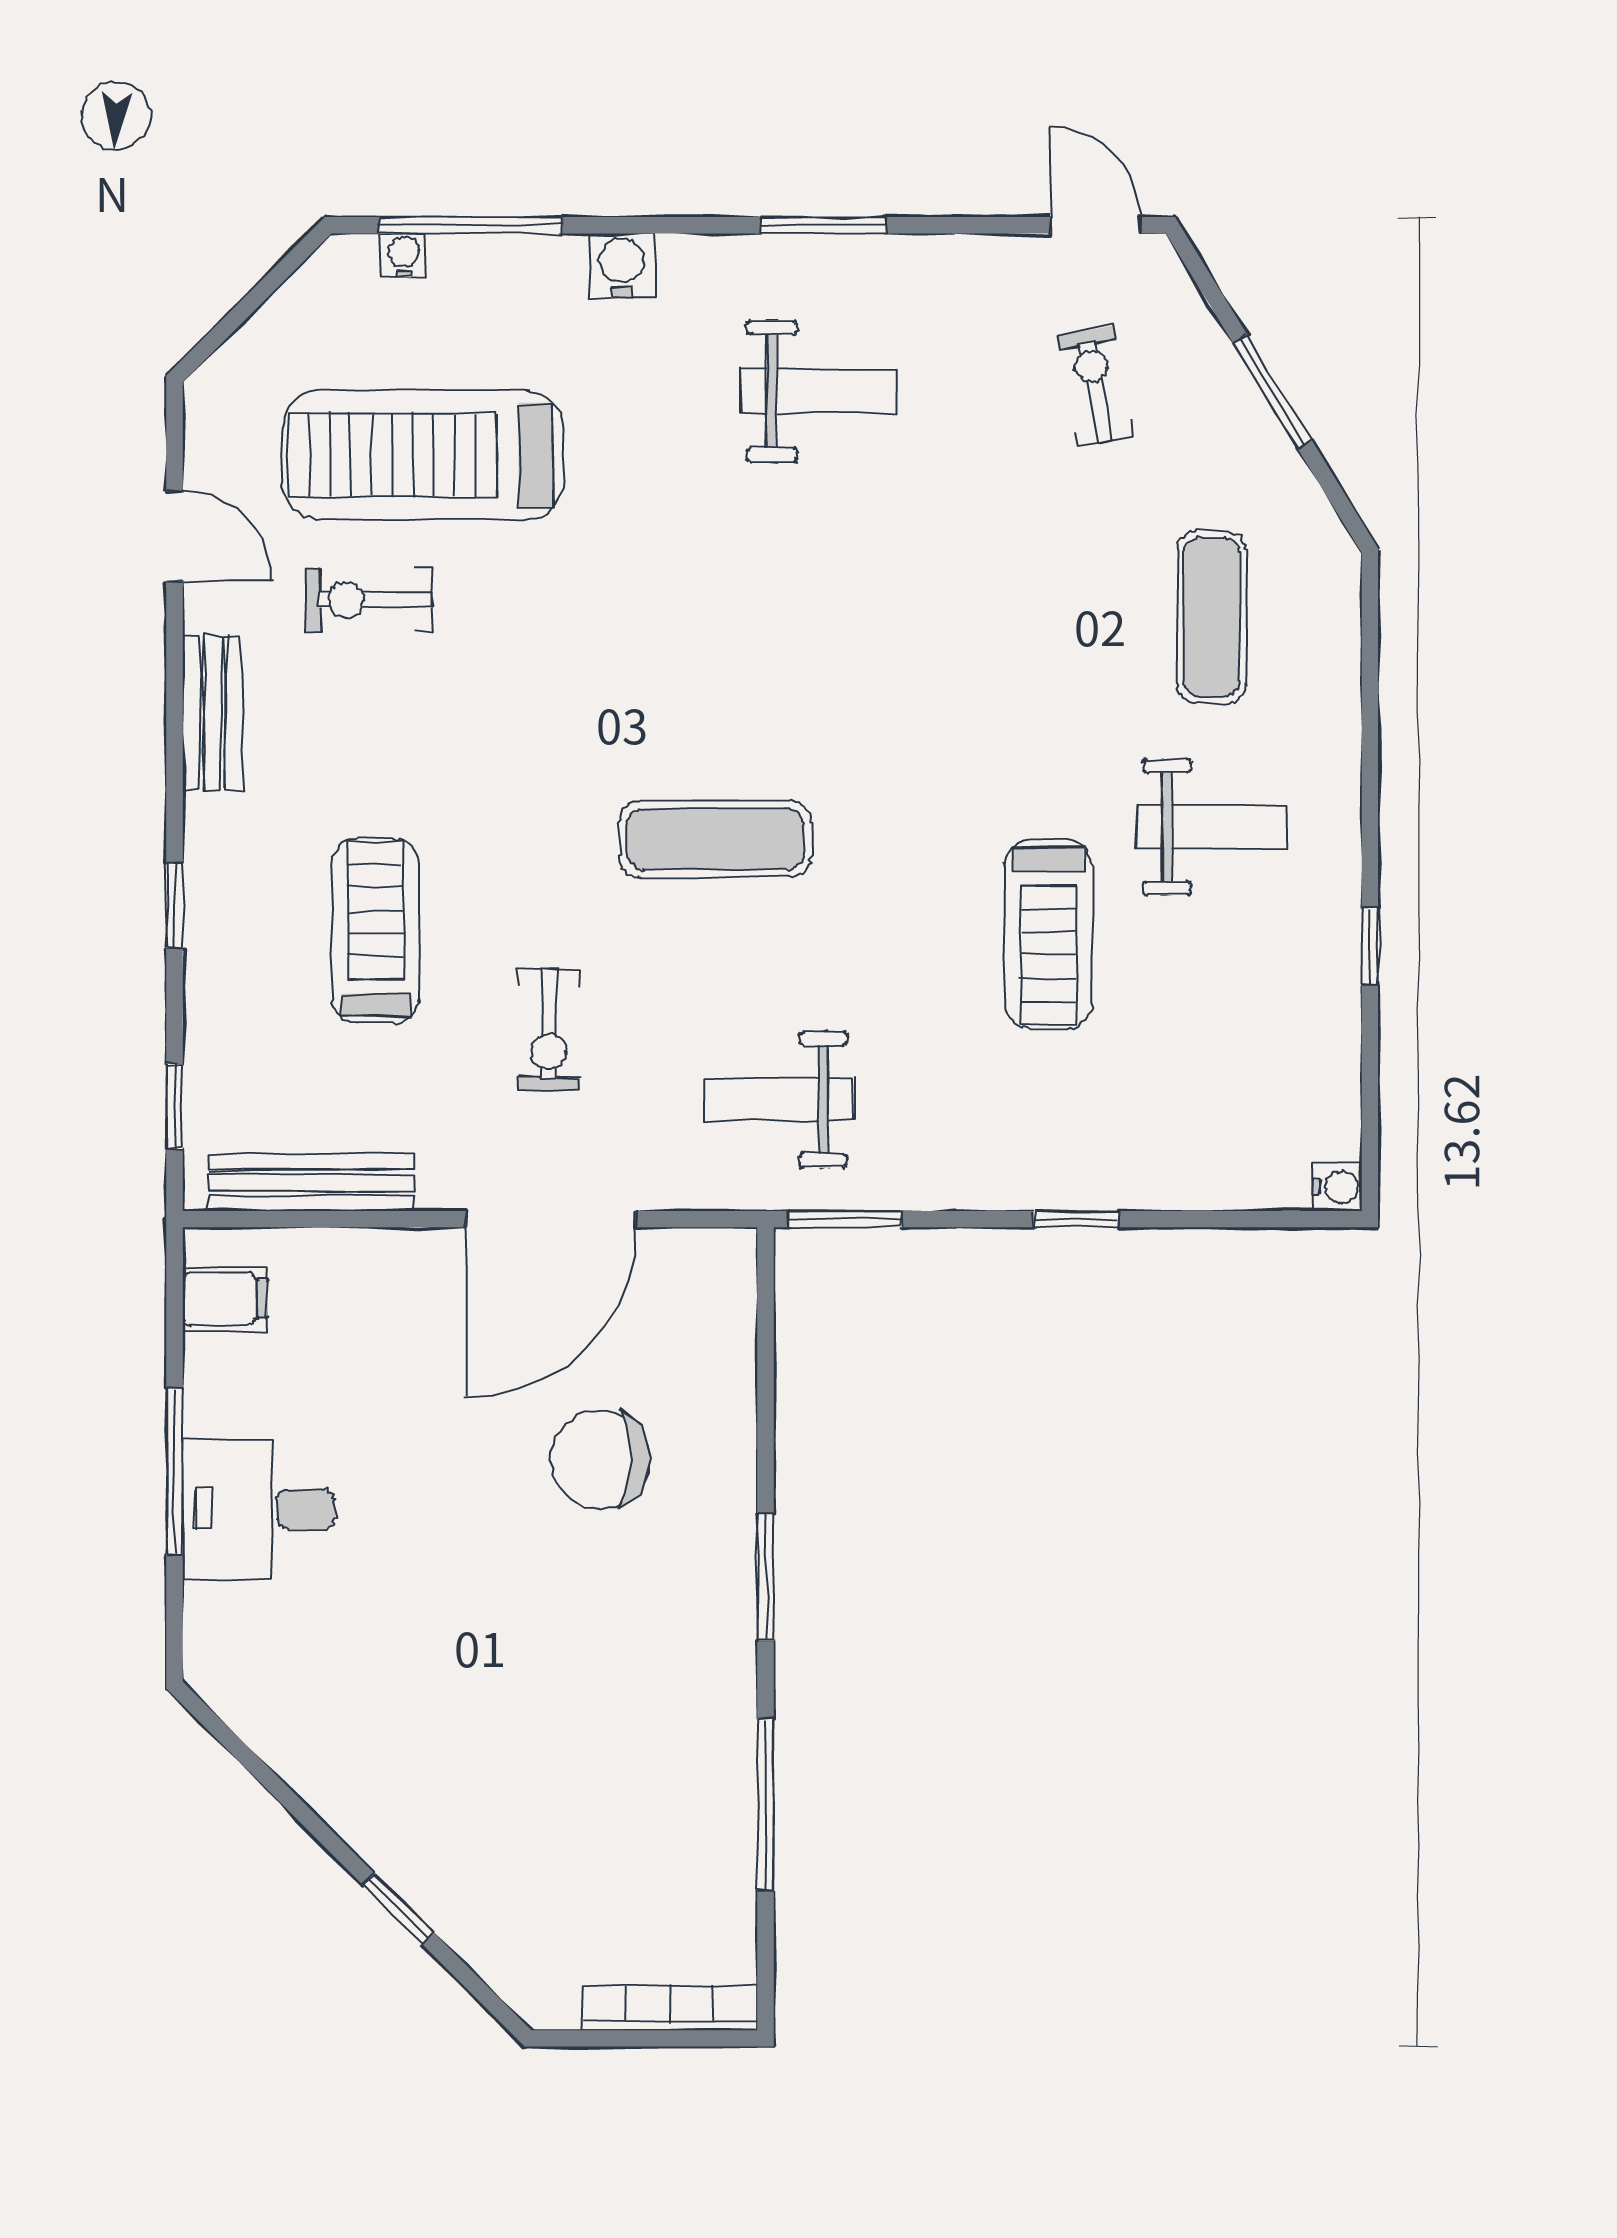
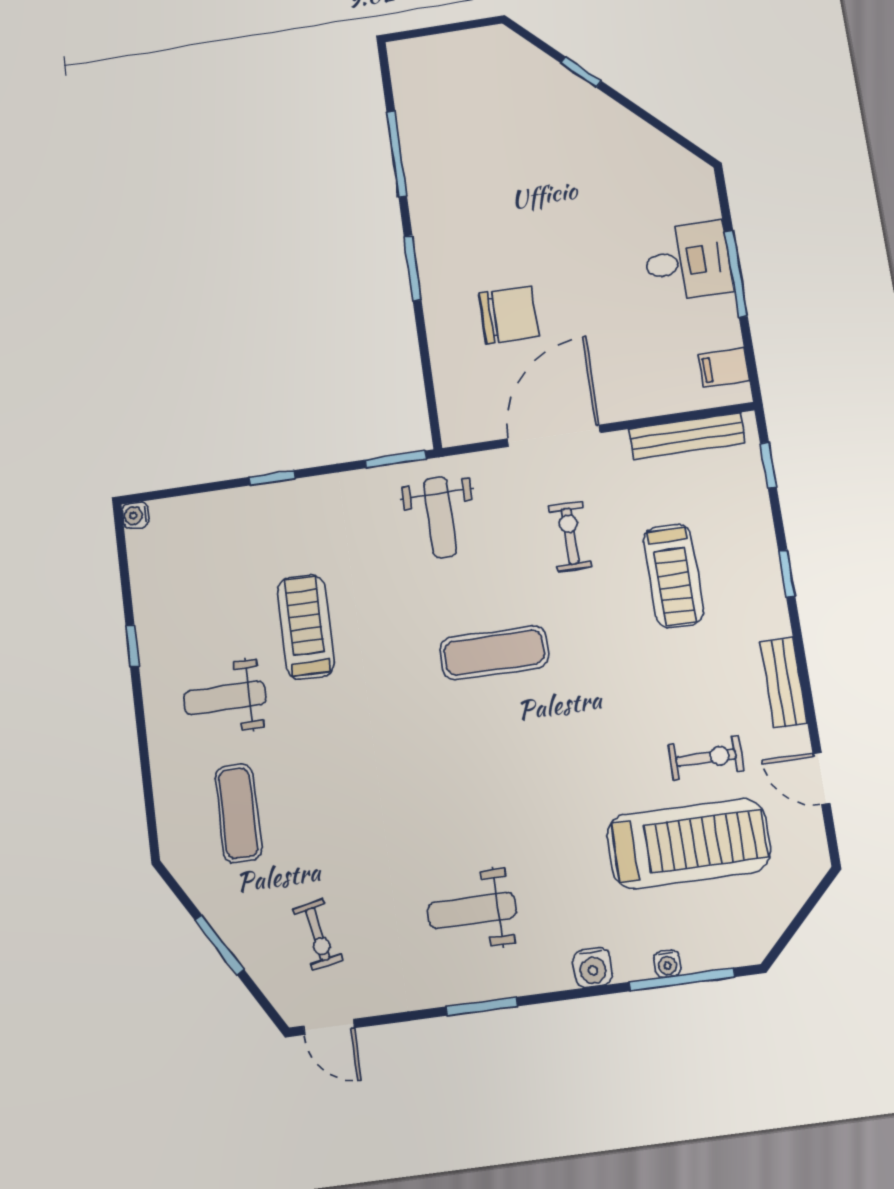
water cooler: (404, 255) -> (667, 964), moved
weight bench: (779, 1100) -> (440, 517), turned 90
bookcase: (670, 2008) -> (432, 46), removed

